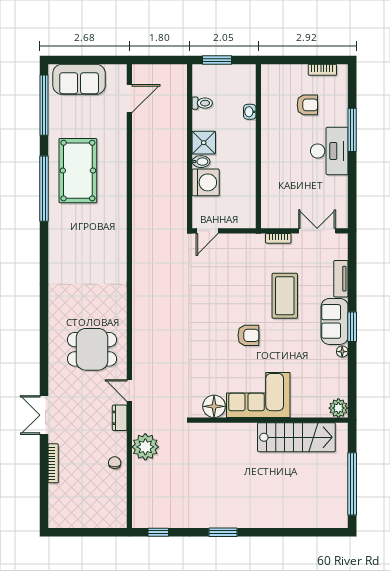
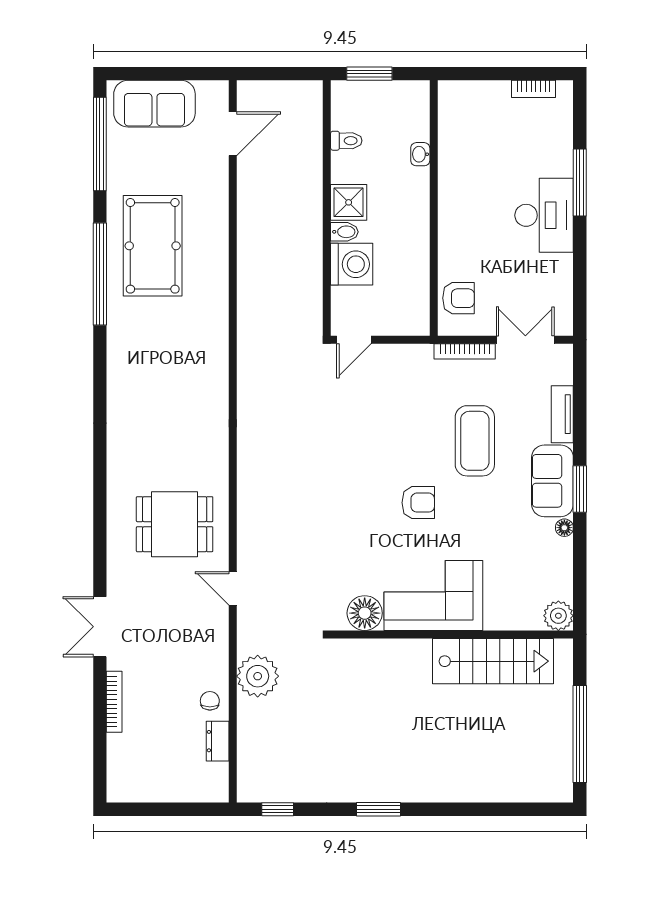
armchair: (307, 105) -> (458, 298), moved
bookcase: (278, 238) -> (465, 351), width x1.56
dresser: (120, 418) -> (218, 741), moved

